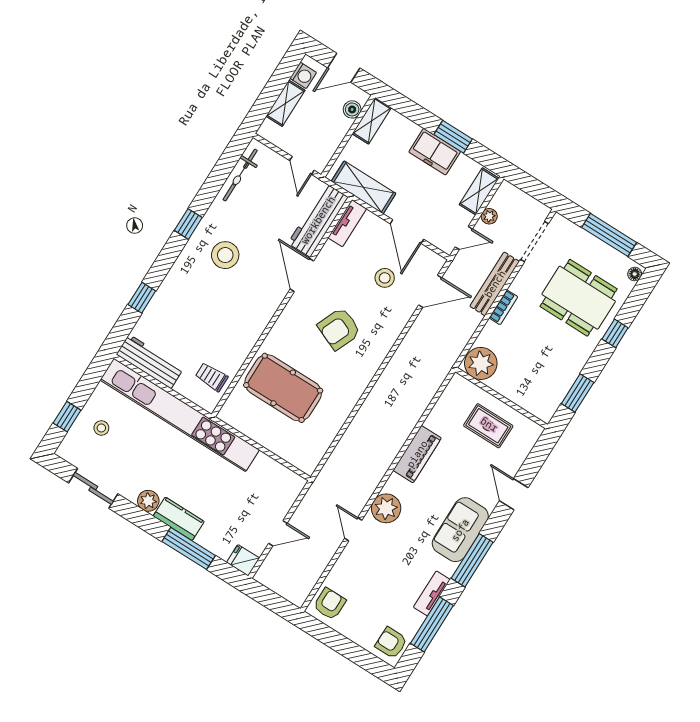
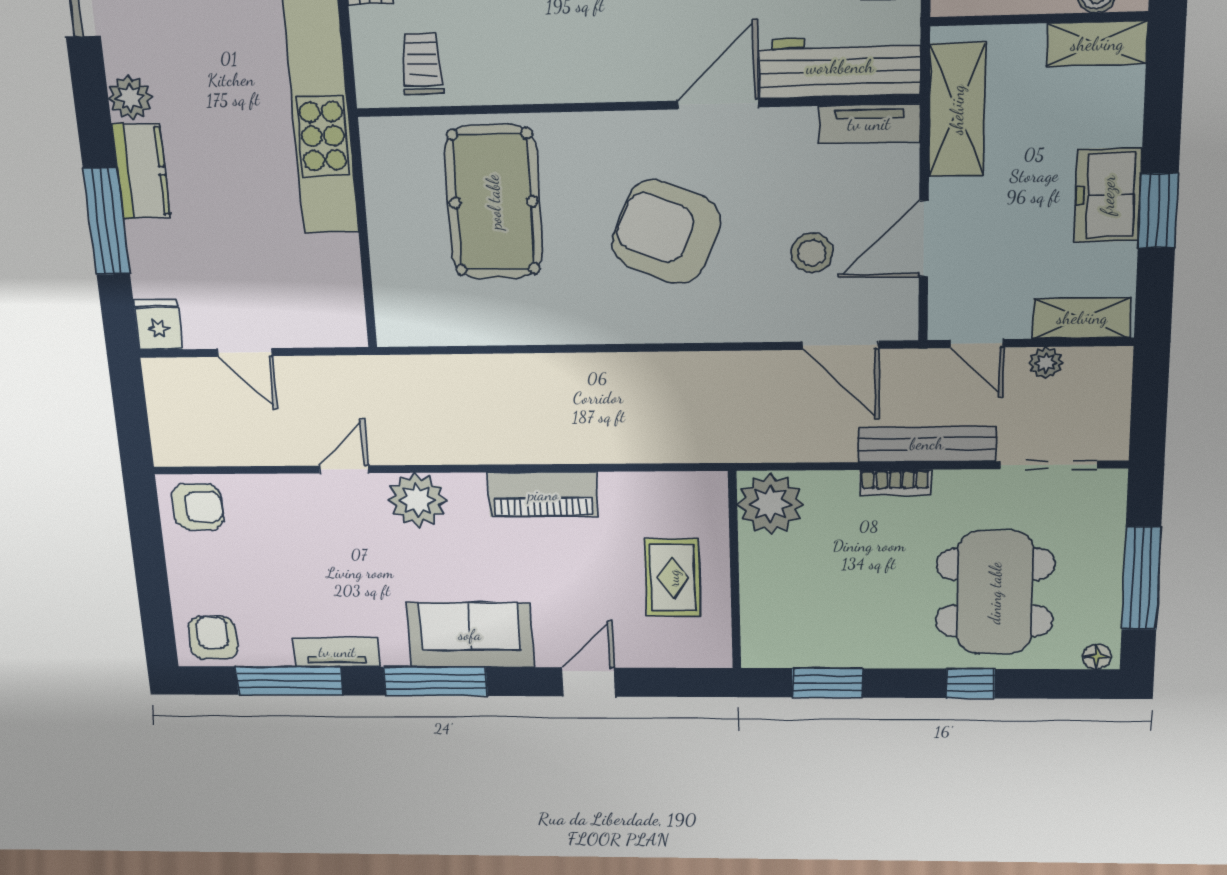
armchair: (339, 329) -> (666, 232), width x1.36, depth x1.36

